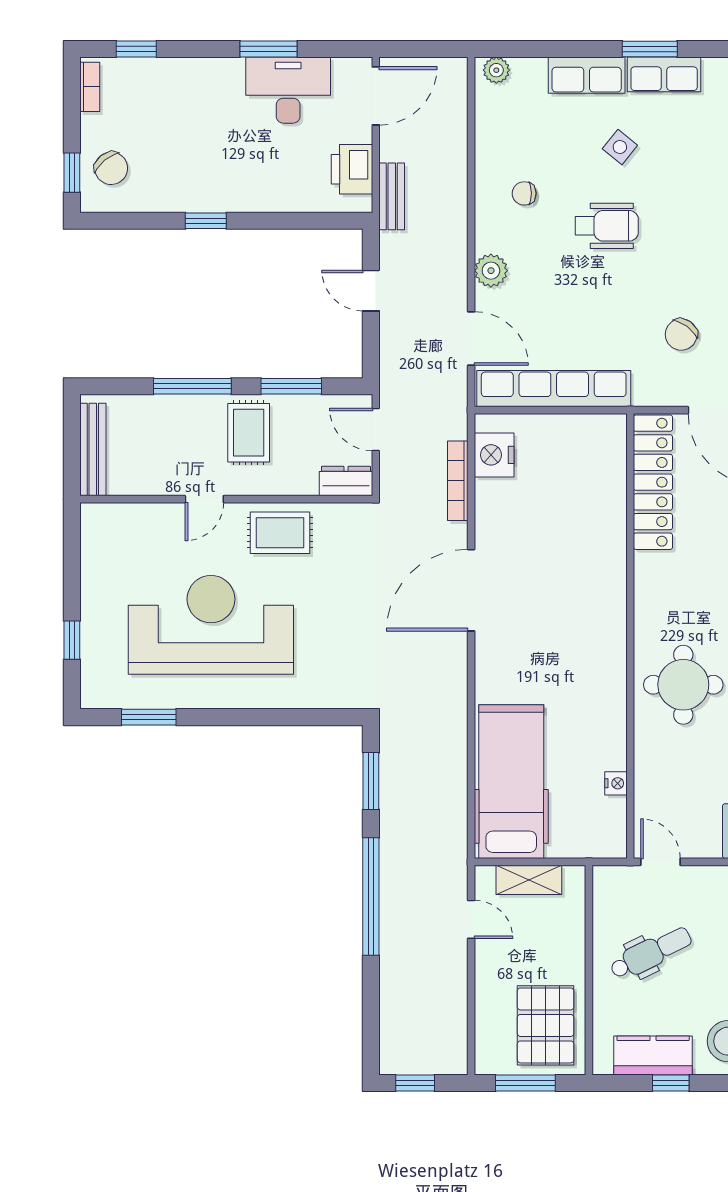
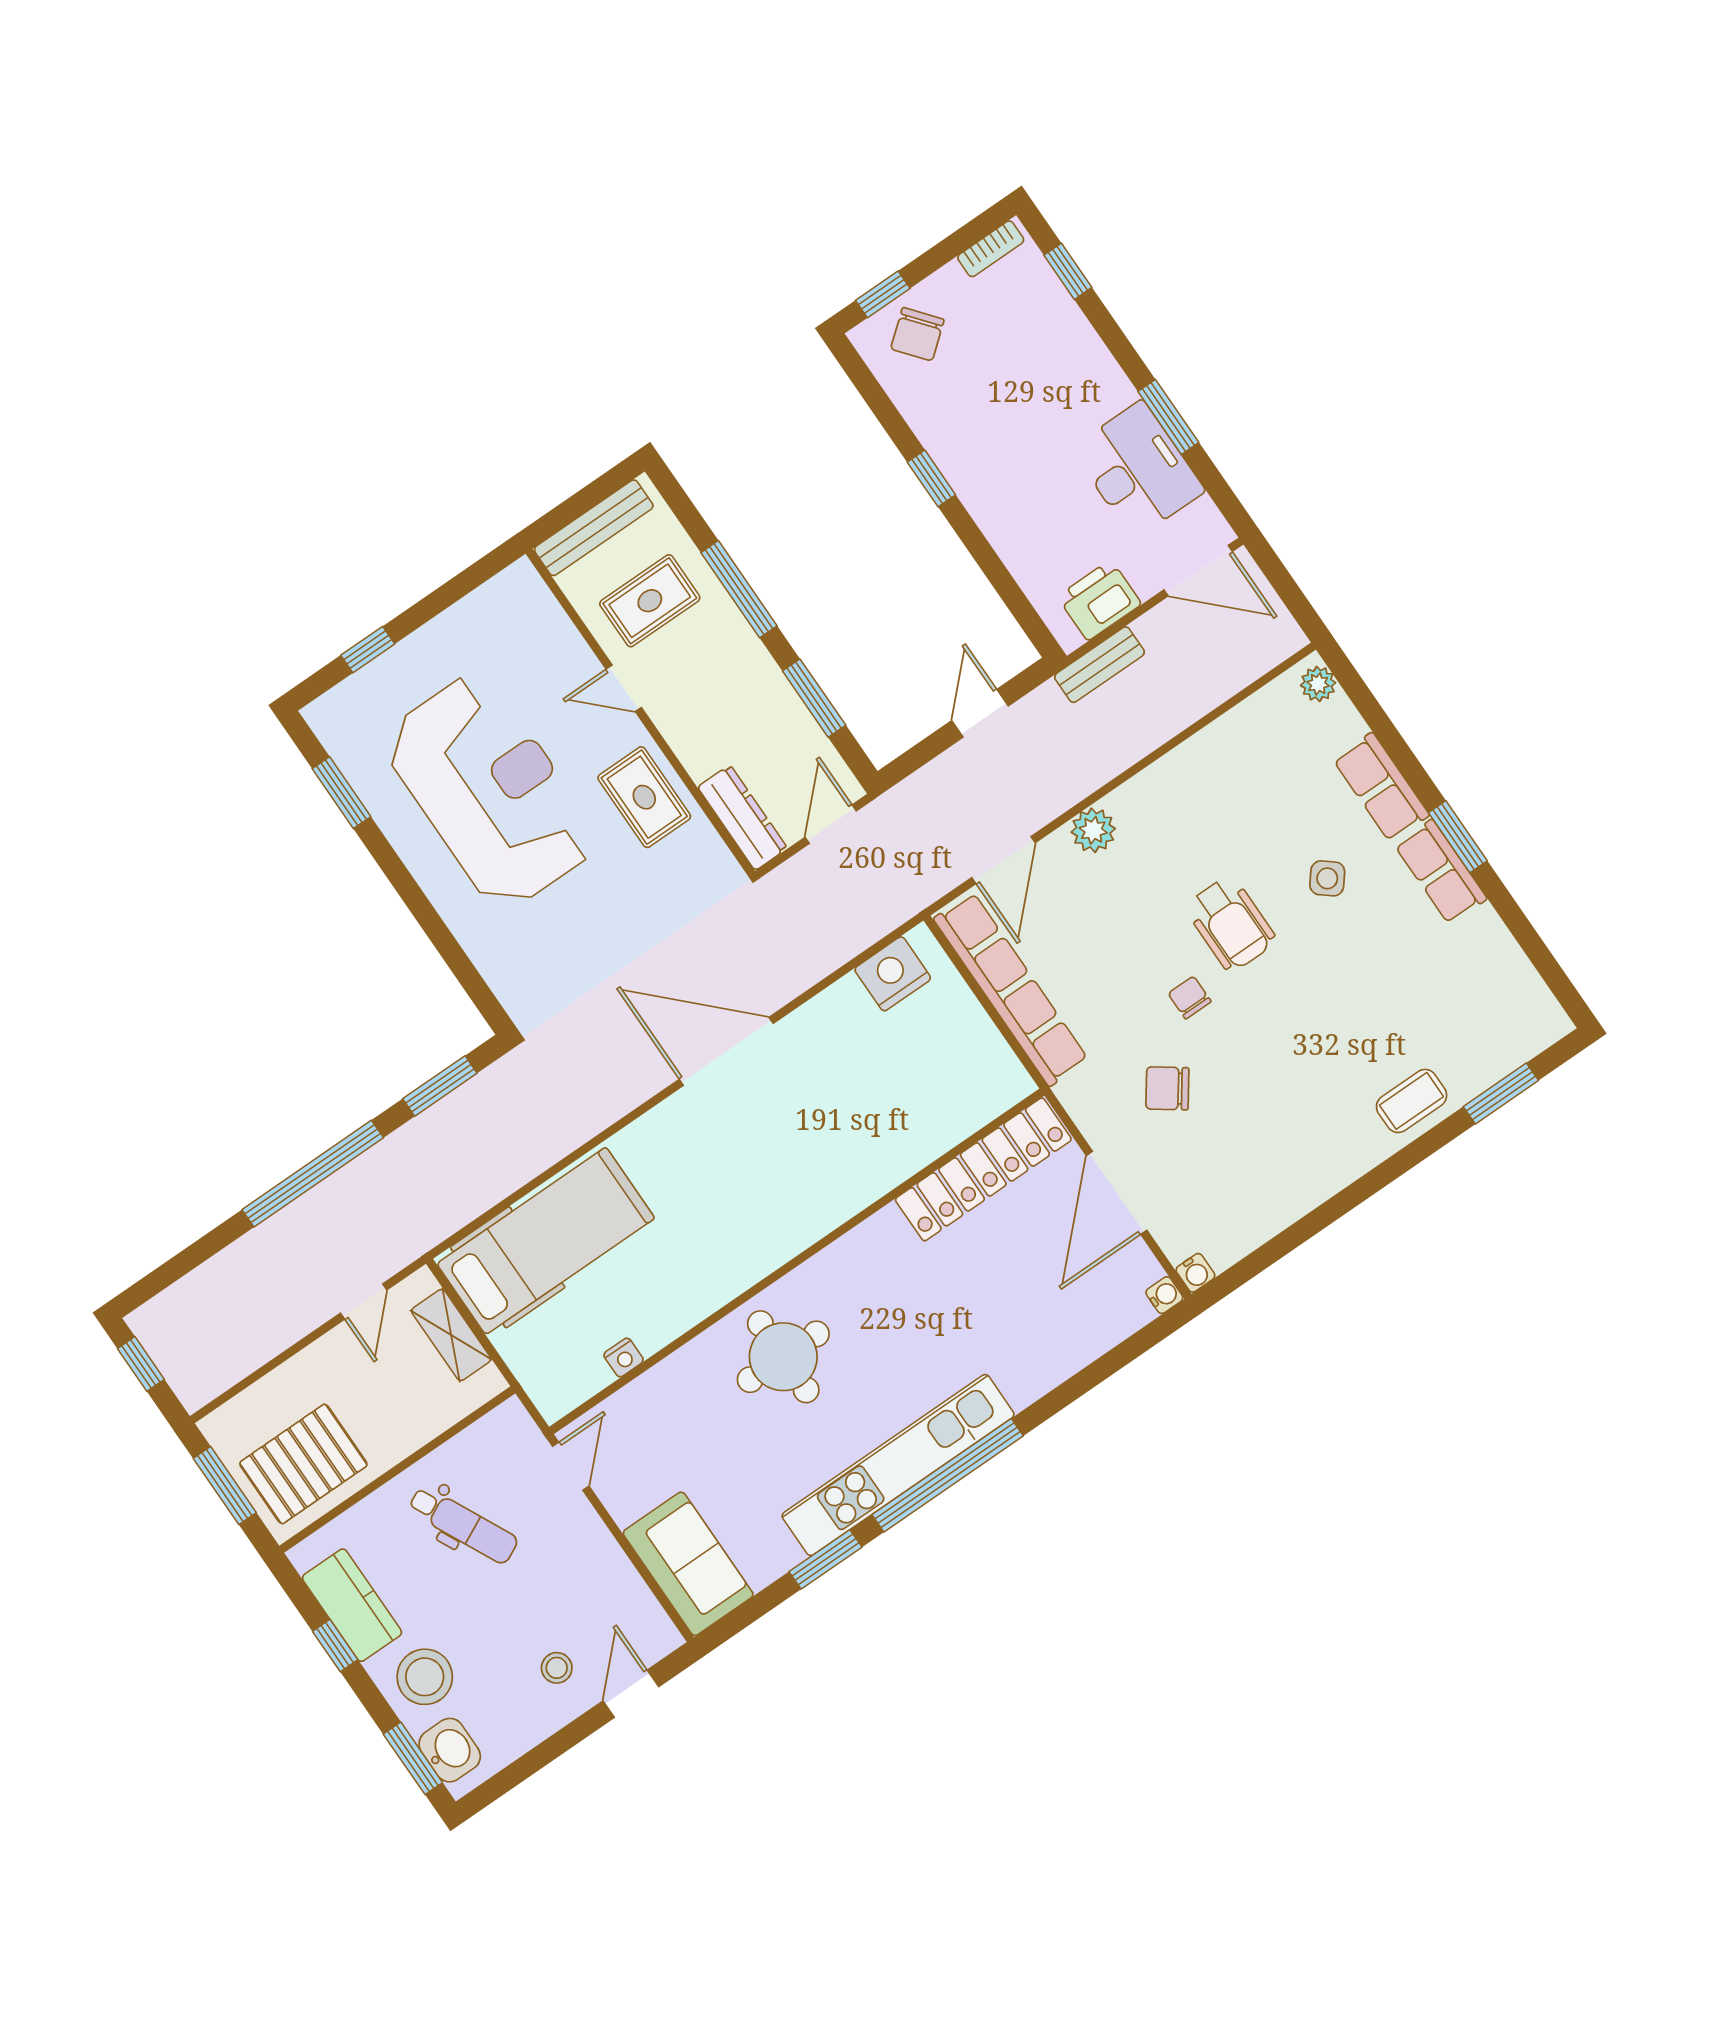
chair: (524, 193) -> (1190, 997), moved
rug: (249, 433) -> (650, 601), moved
dresser: (346, 481) -> (742, 818), width x1.44
bookcase: (458, 481) -> (837, 953), removed

